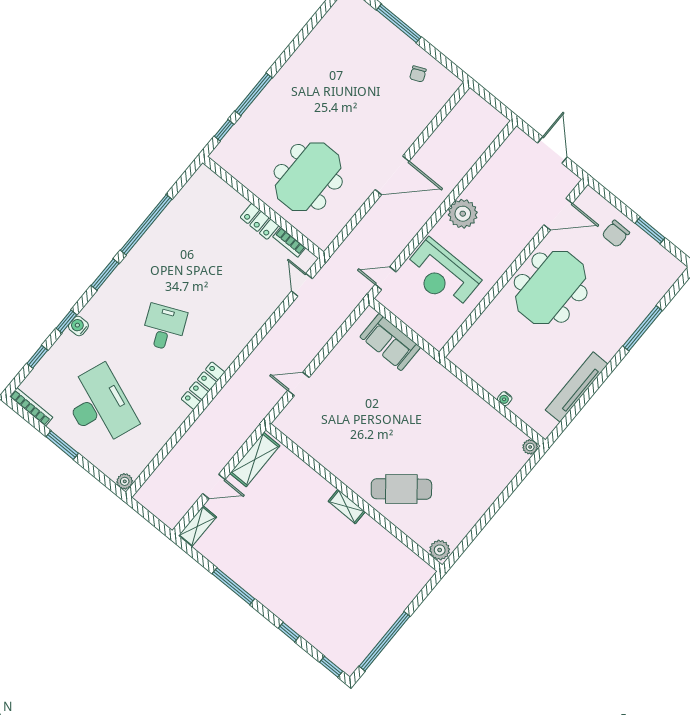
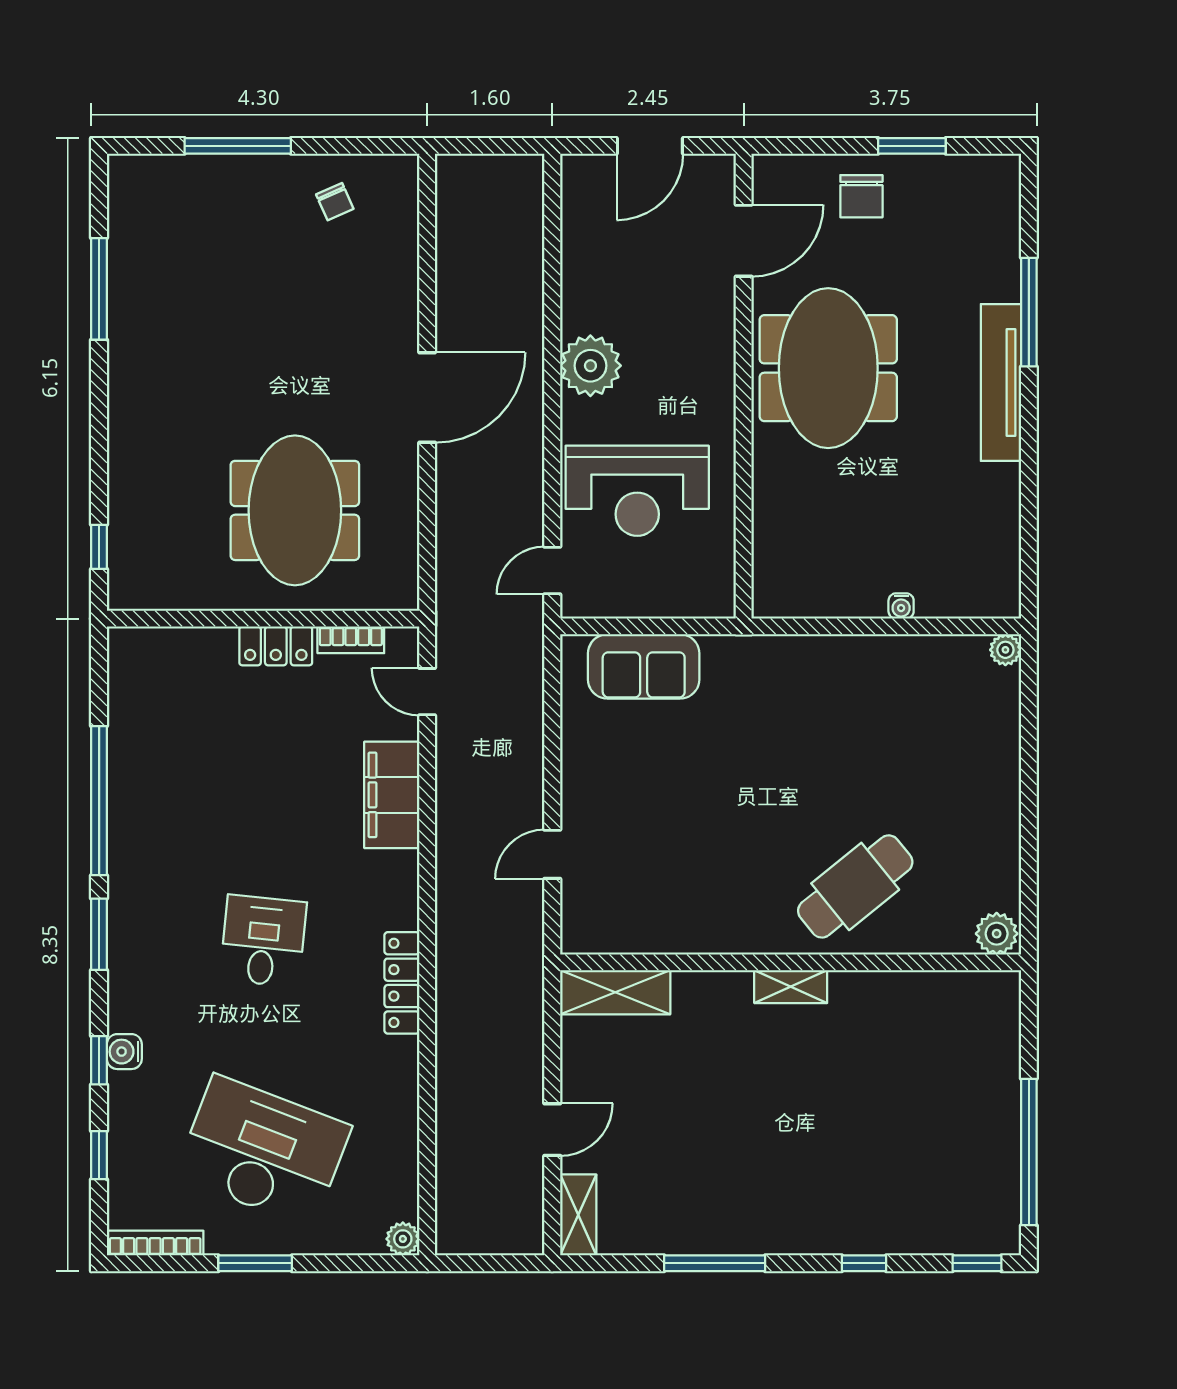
window: (254, 94) -> (99, 289), moved
door: (552, 150) -> (650, 146), swing flipped
filing cabinet: (257, 313) -> (392, 795), added
desk: (164, 327) -> (263, 941), turned 30
tv unit: (577, 387) -> (1001, 383), moved
shelving: (255, 460) -> (615, 992), moved, turned 90

